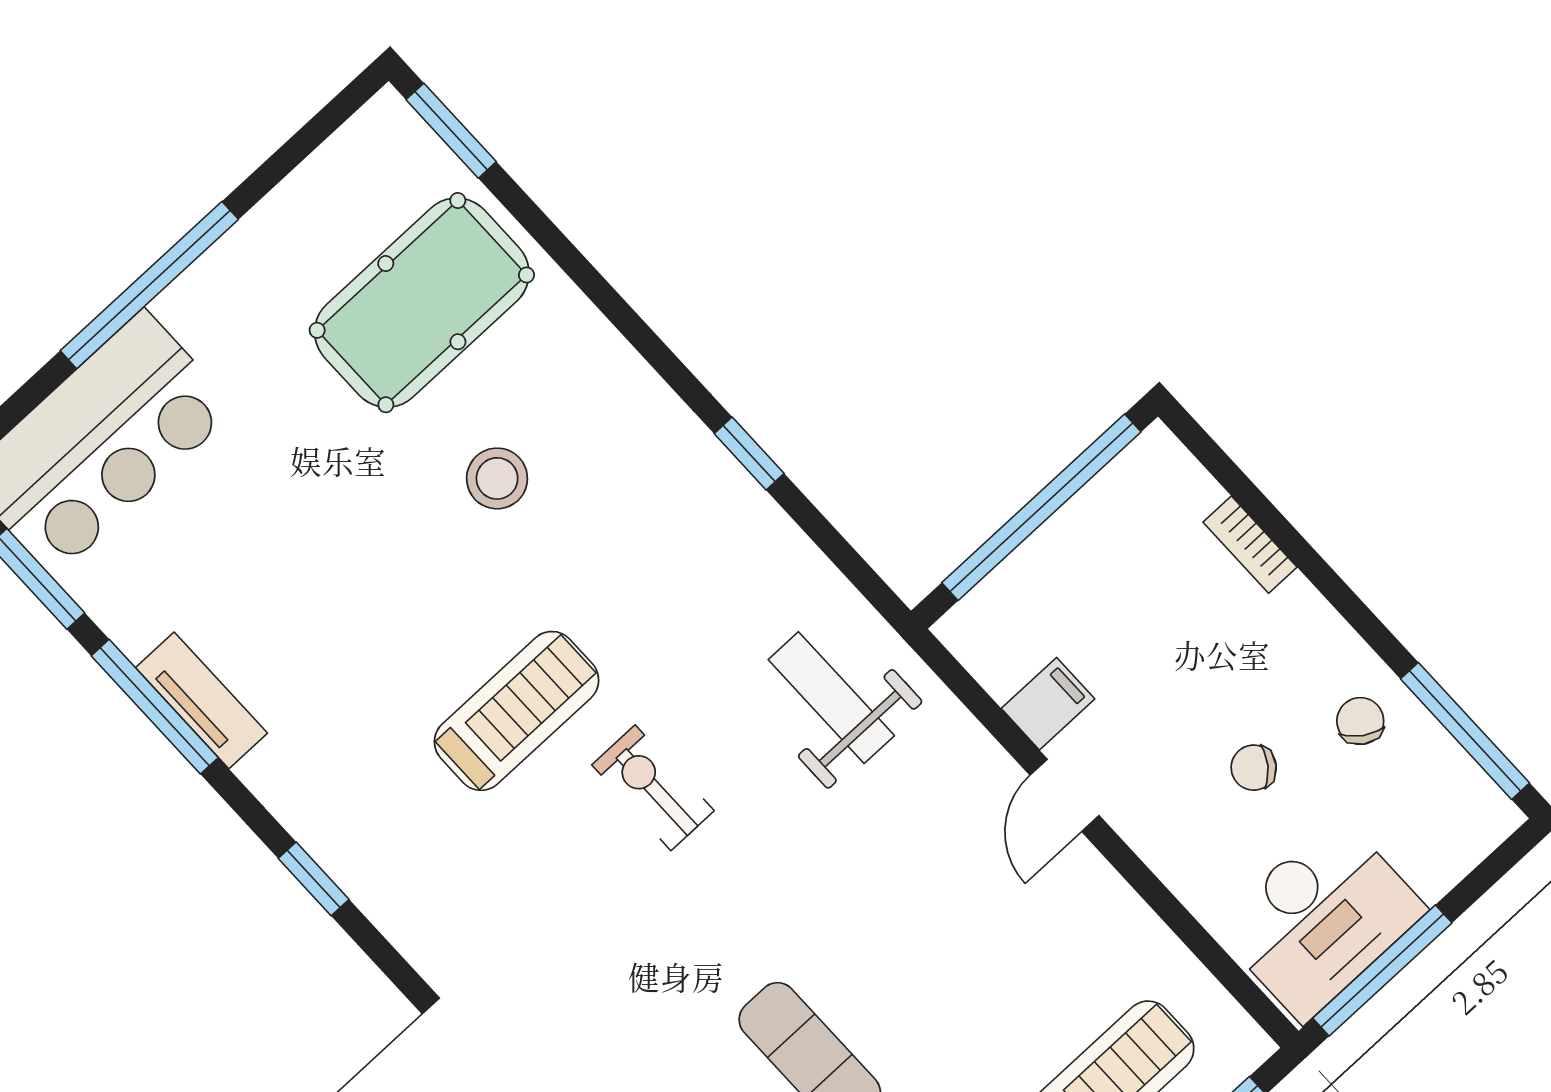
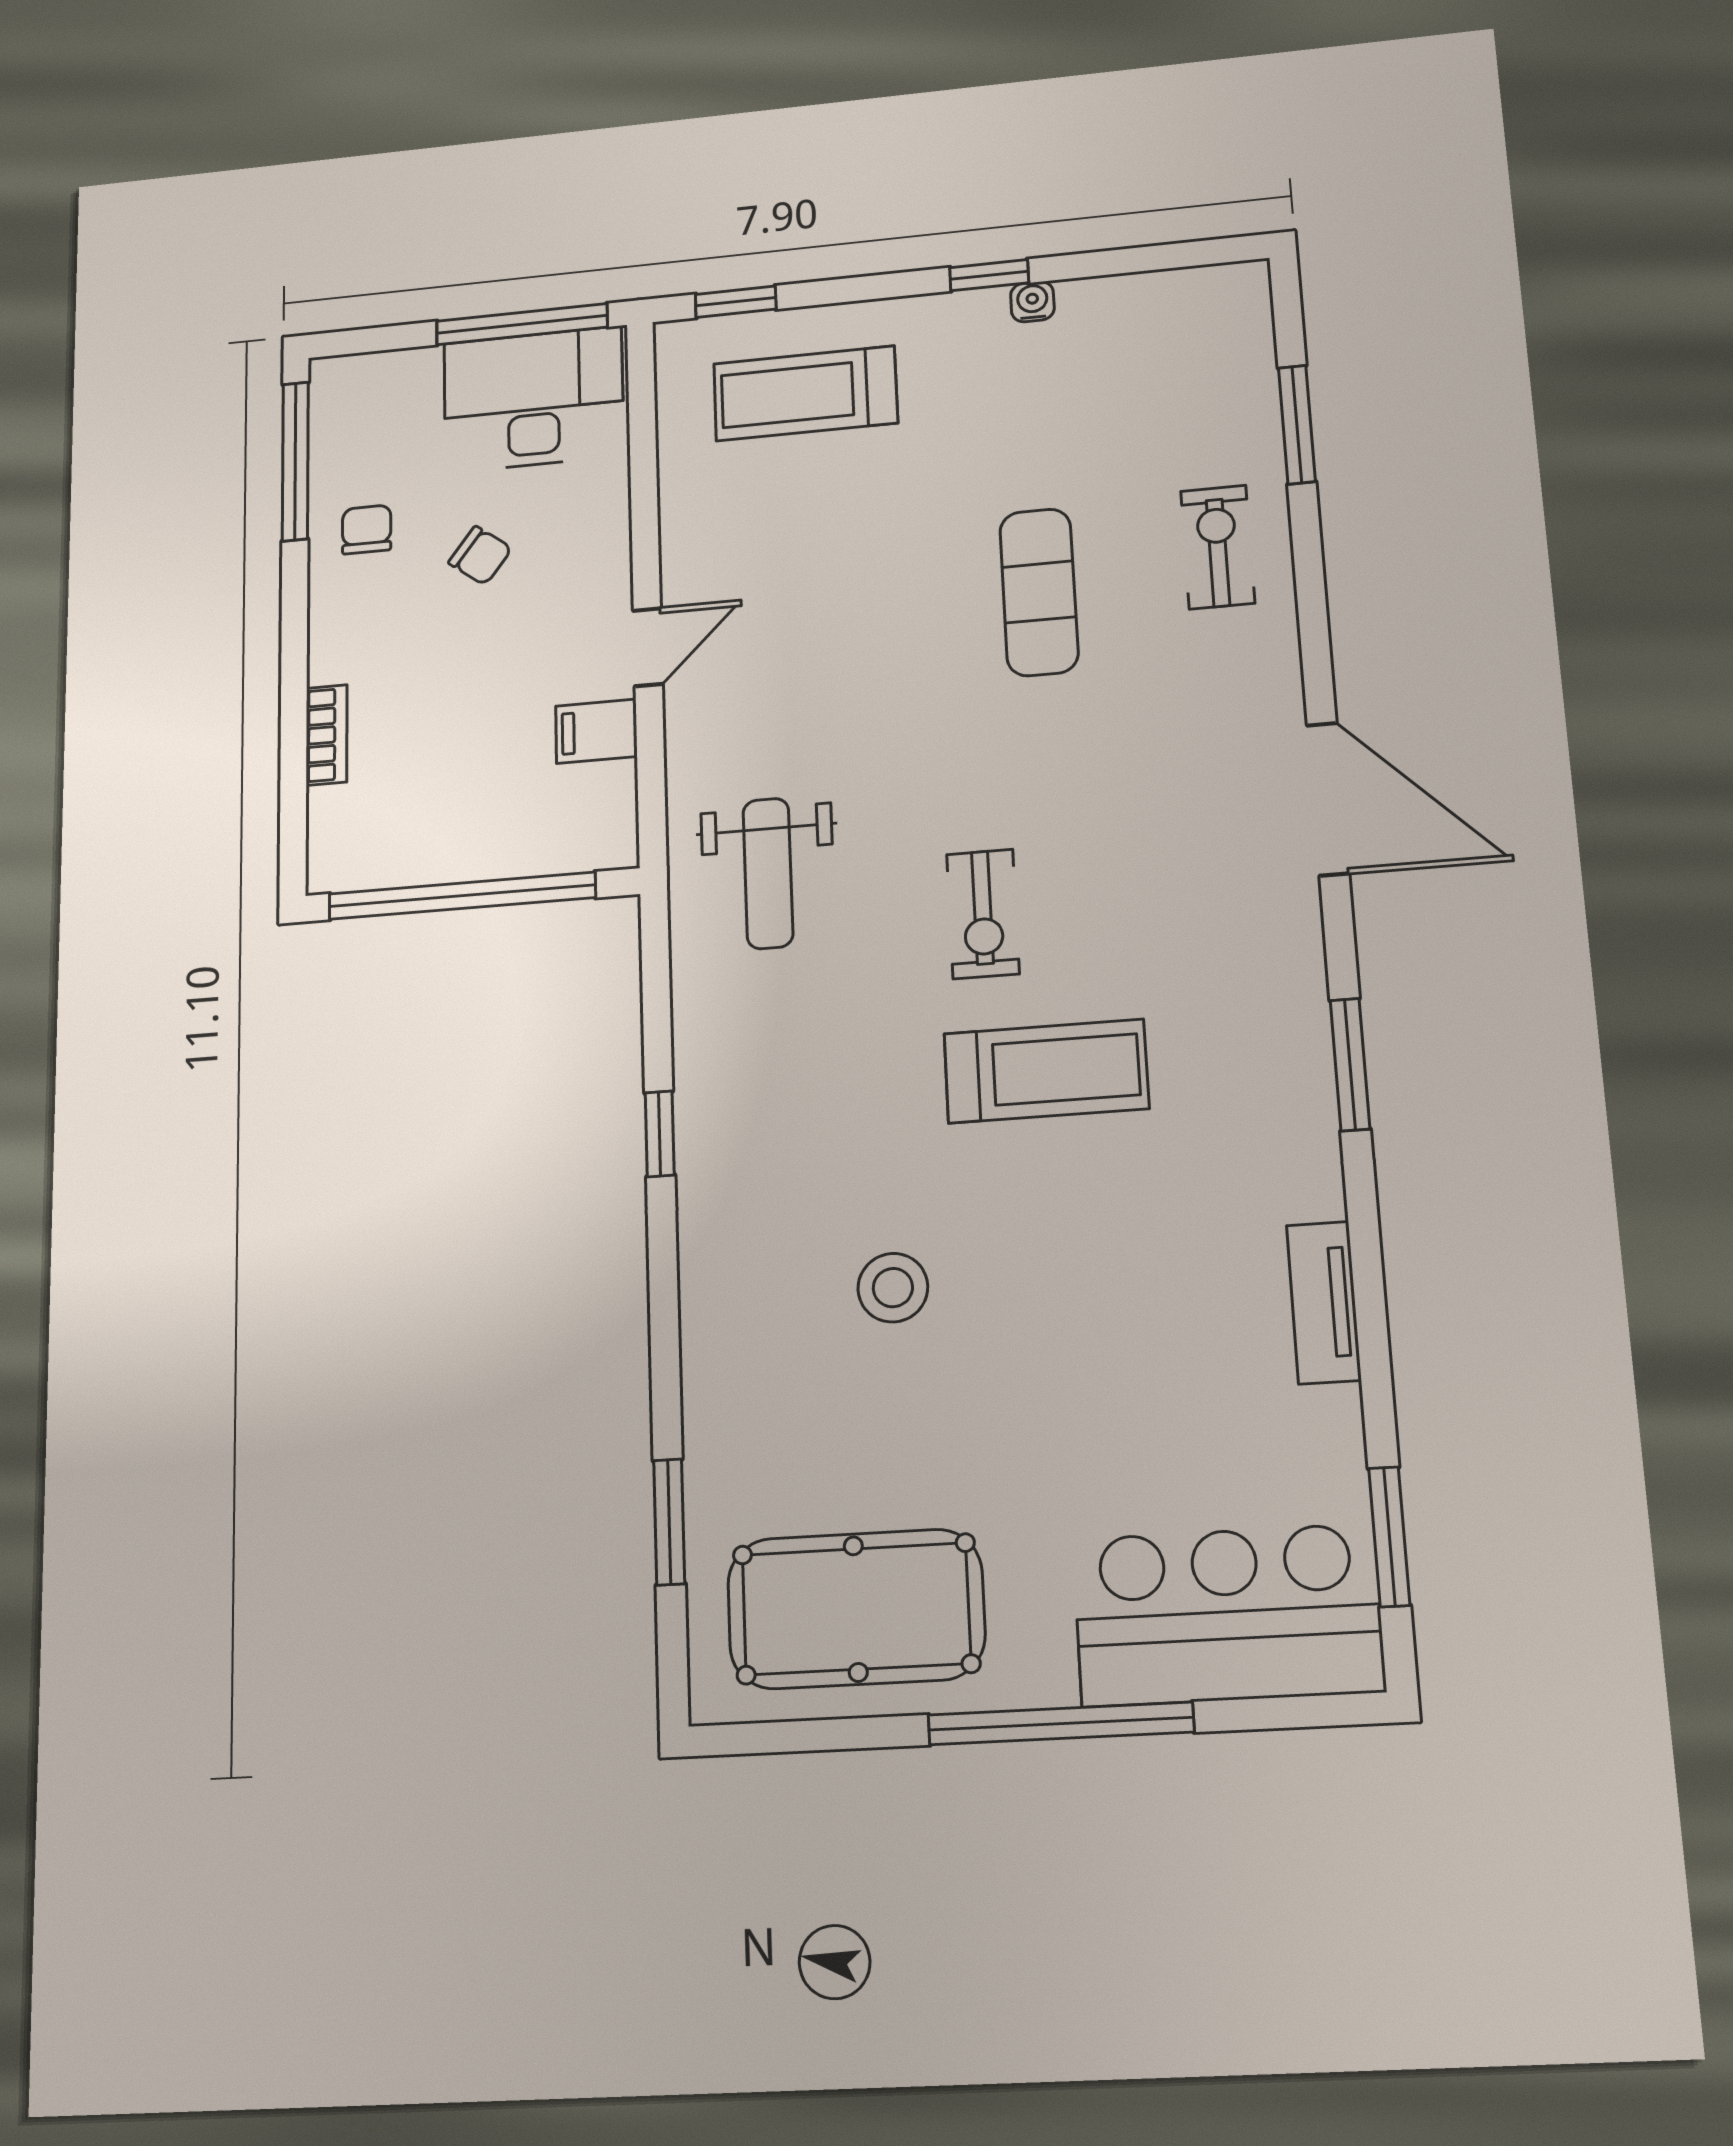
window: (451, 131) -> (669, 1522), moved
pool table: (422, 303) -> (856, 1609), moved
window: (155, 707) -> (1372, 1331), removed
treadmill: (517, 711) -> (1046, 1071), turned 180
chair: (1360, 721) -> (367, 529), turned 146
window: (314, 879) -> (1350, 1064), width x1.50

